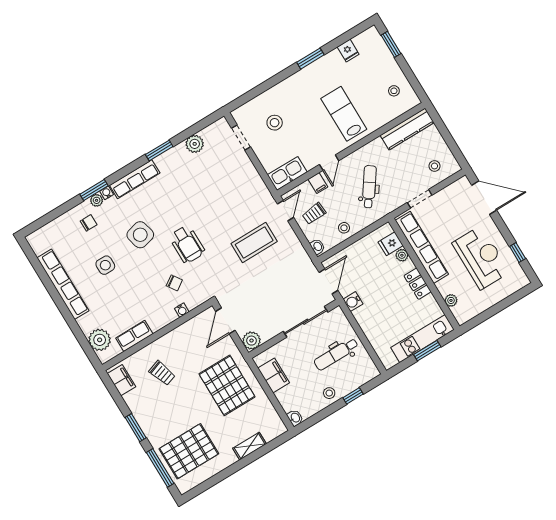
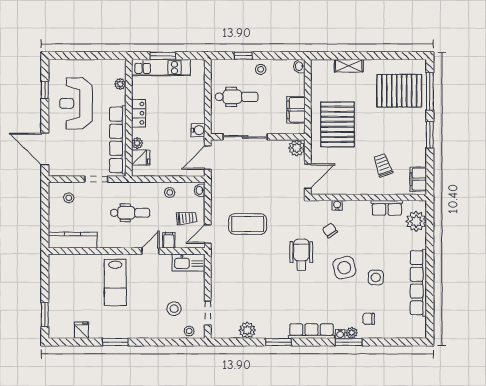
stool: (394, 91) -> (189, 331), moved
dental chair: (369, 187) -> (130, 213), turned -125
side table: (140, 235) -> (344, 268), moved

